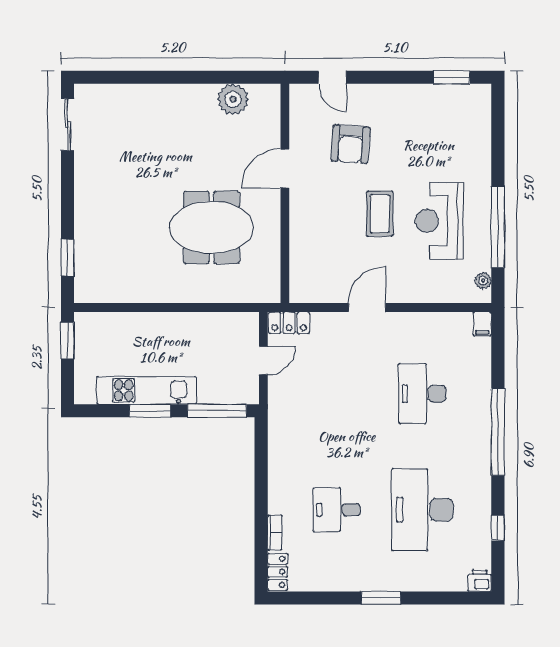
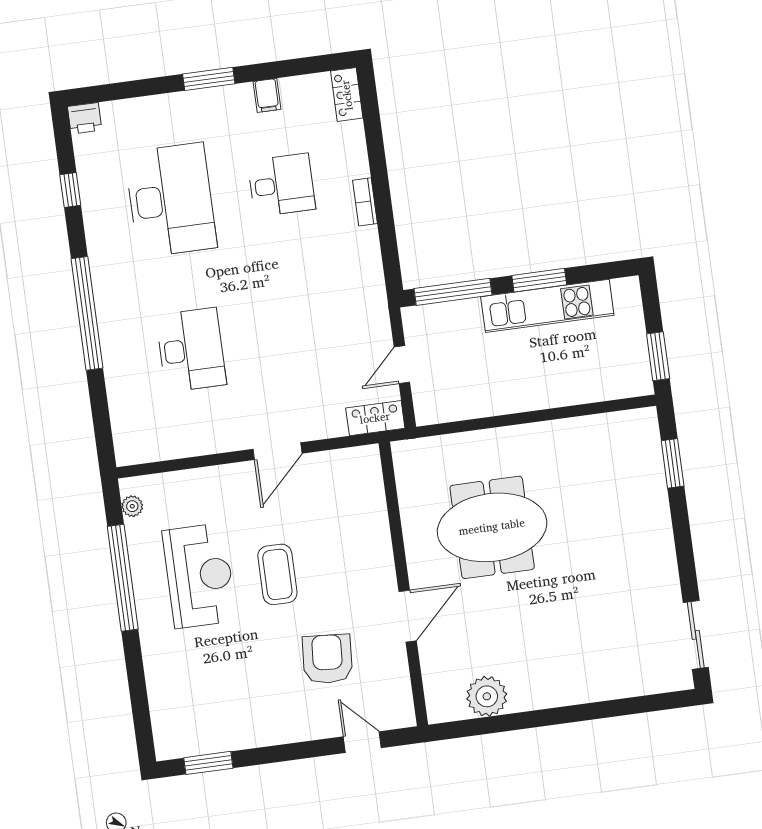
filing cabinet: (482, 324) -> (267, 95), moved, turned 180
bookcase: (275, 533) -> (365, 202), moved

